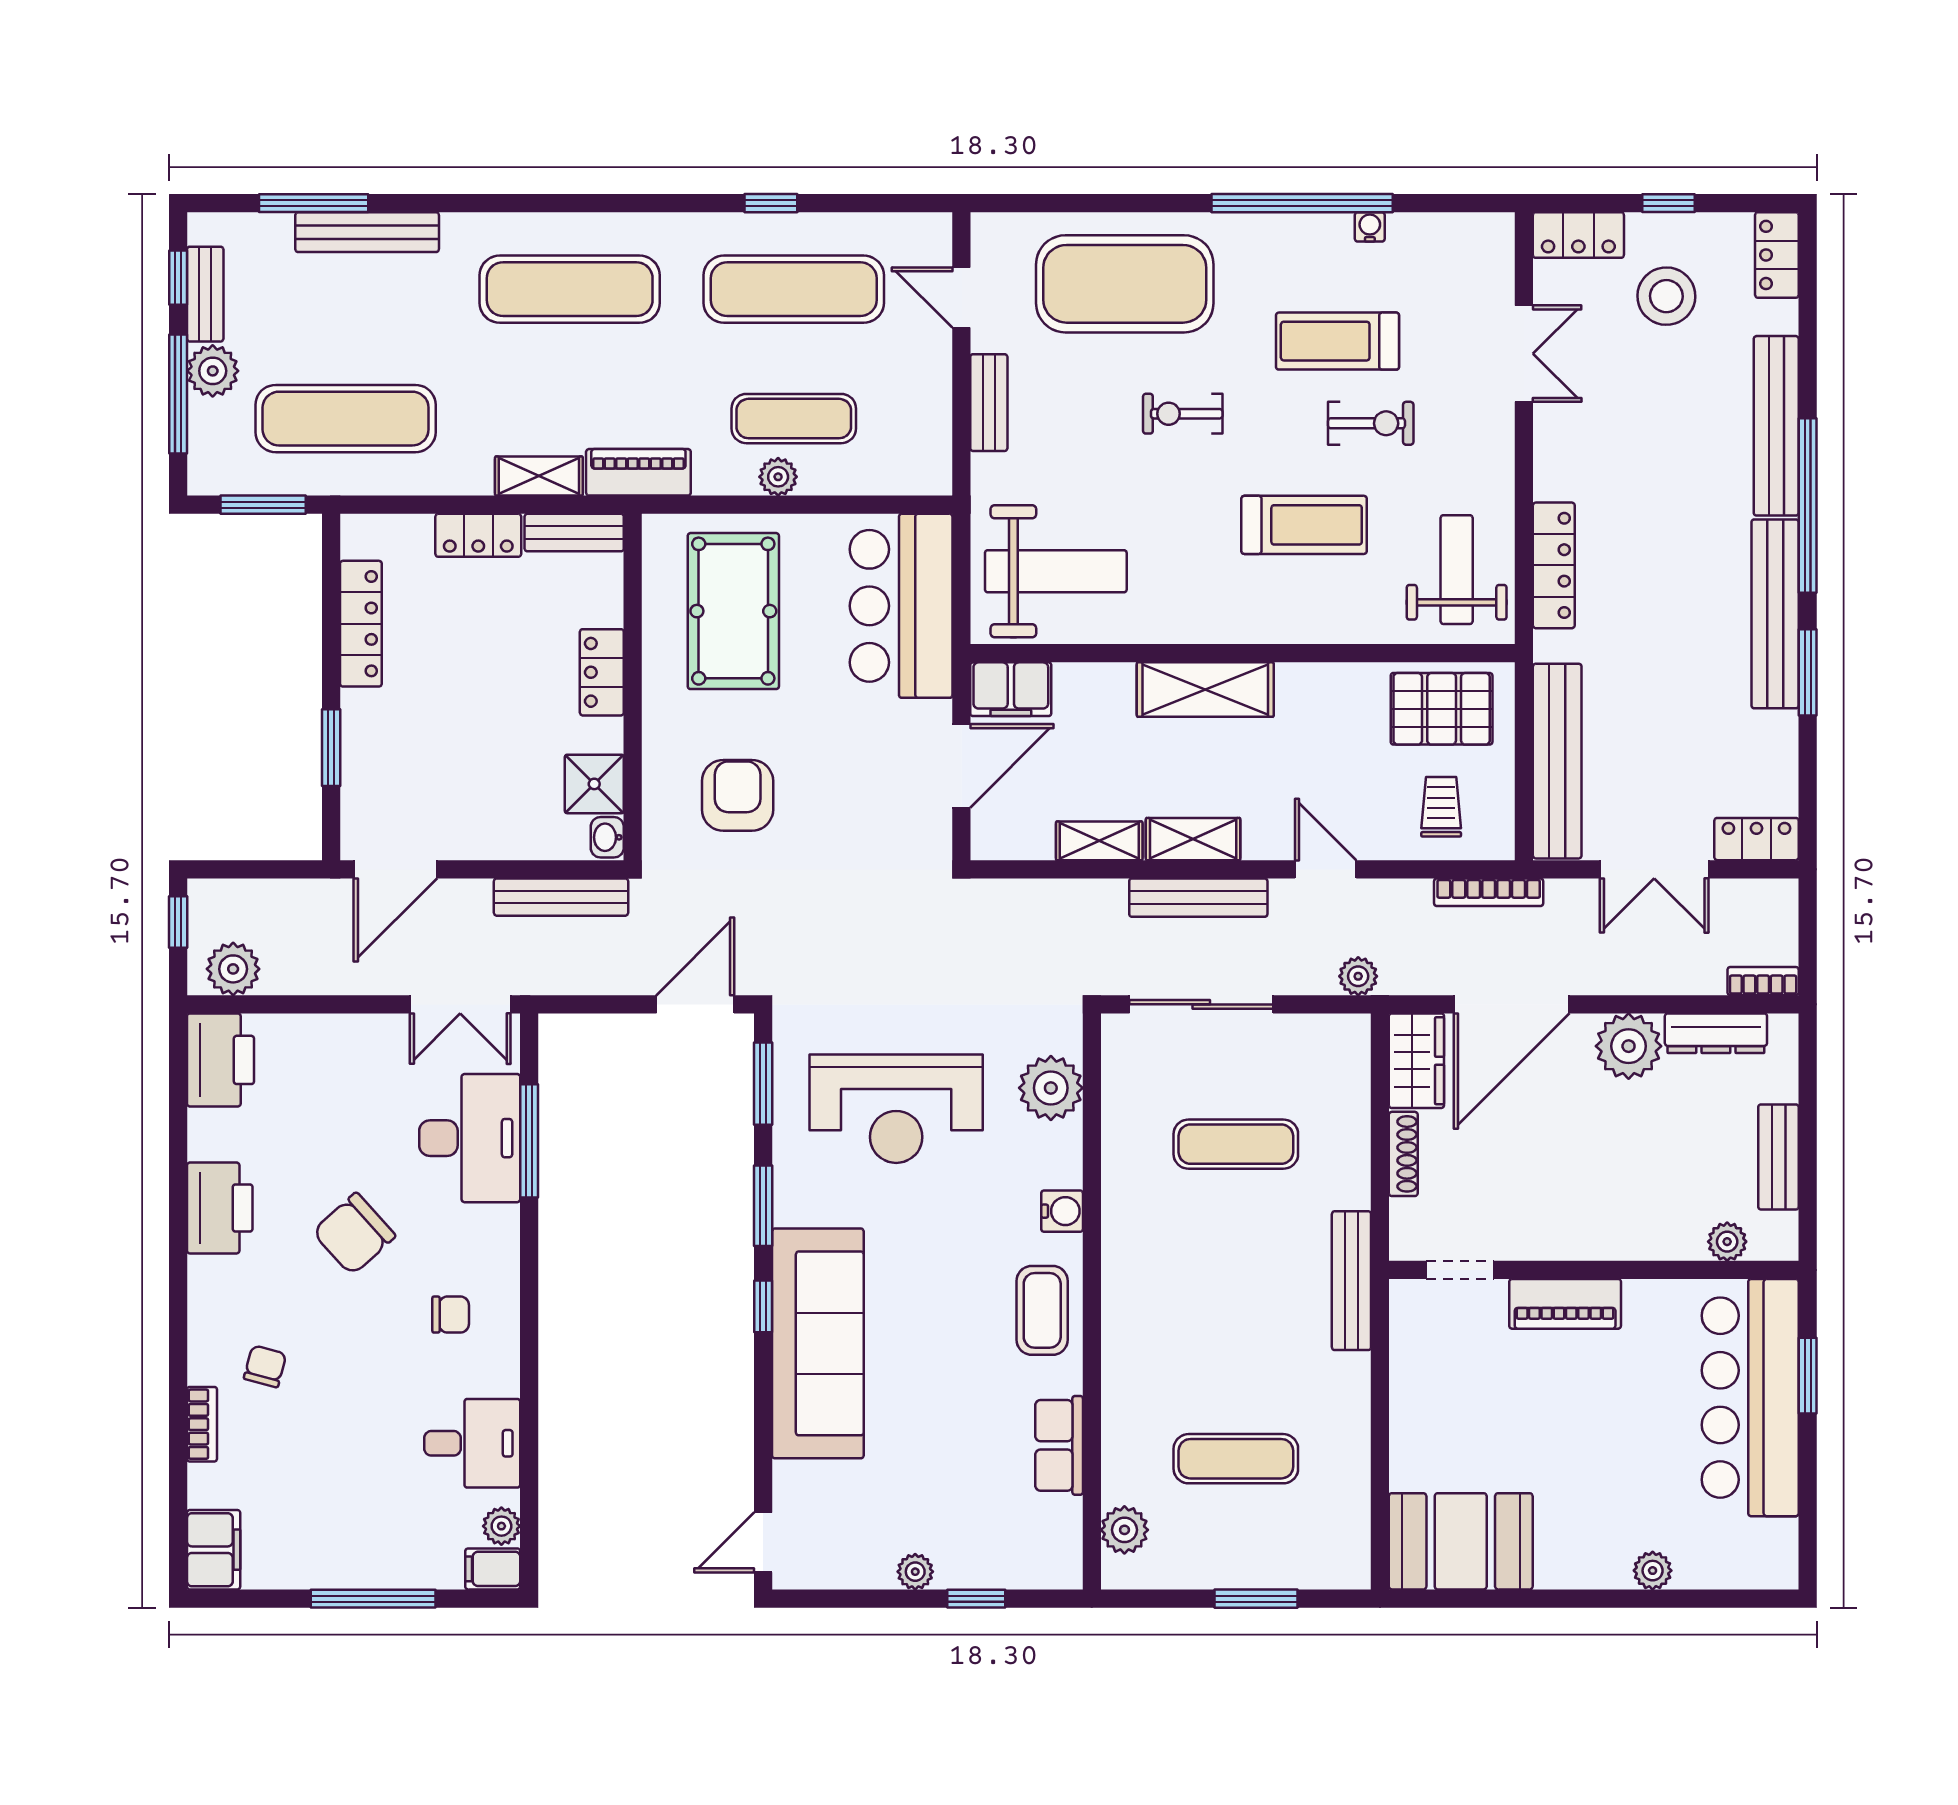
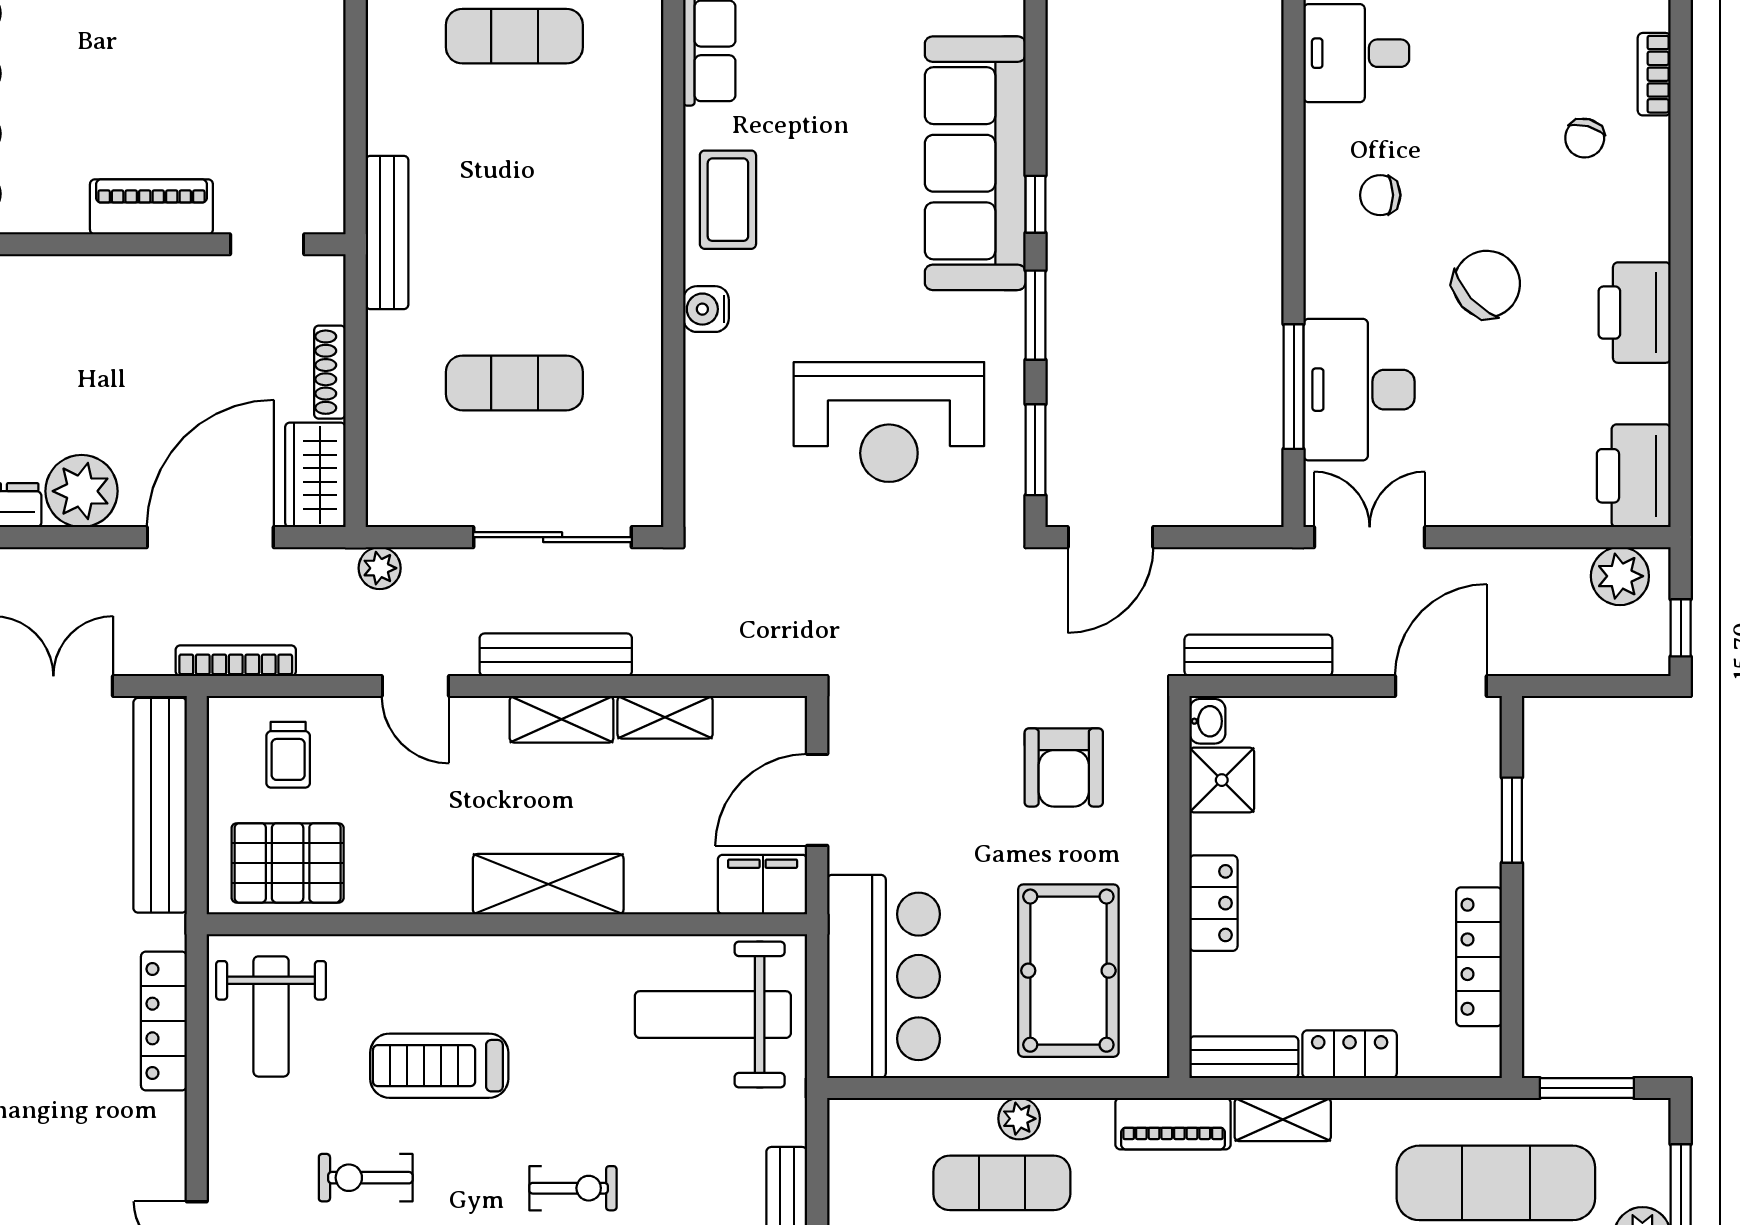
plant: (1051, 1088) -> (718, 445), removed
reception desk: (896, 1109) -> (889, 422), turned 180

